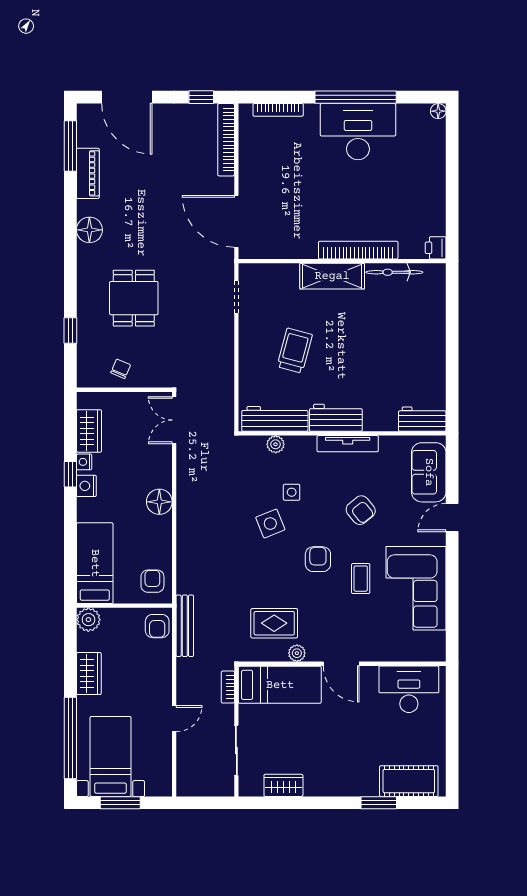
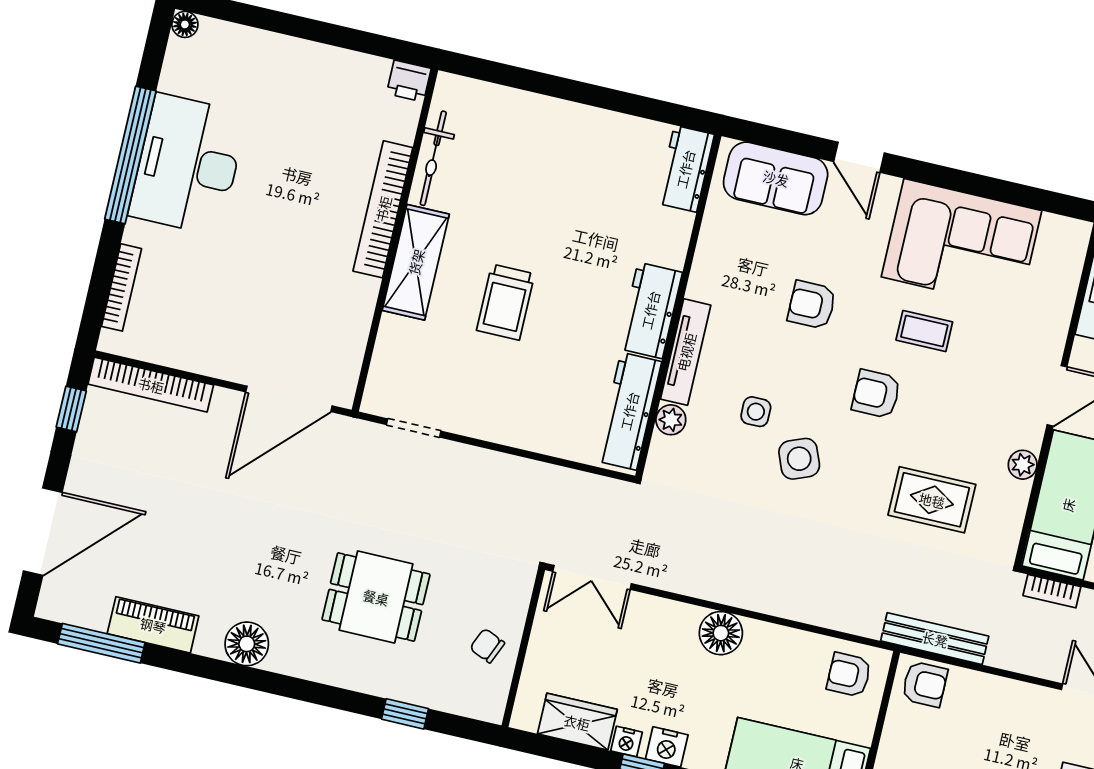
trolley: (295, 351) -> (506, 302), moved, turned -105
tv unit: (348, 444) -> (686, 352), moved
armchair: (361, 510) -> (812, 305), turned -141
rug: (274, 623) -> (932, 500), moved, turned 90

